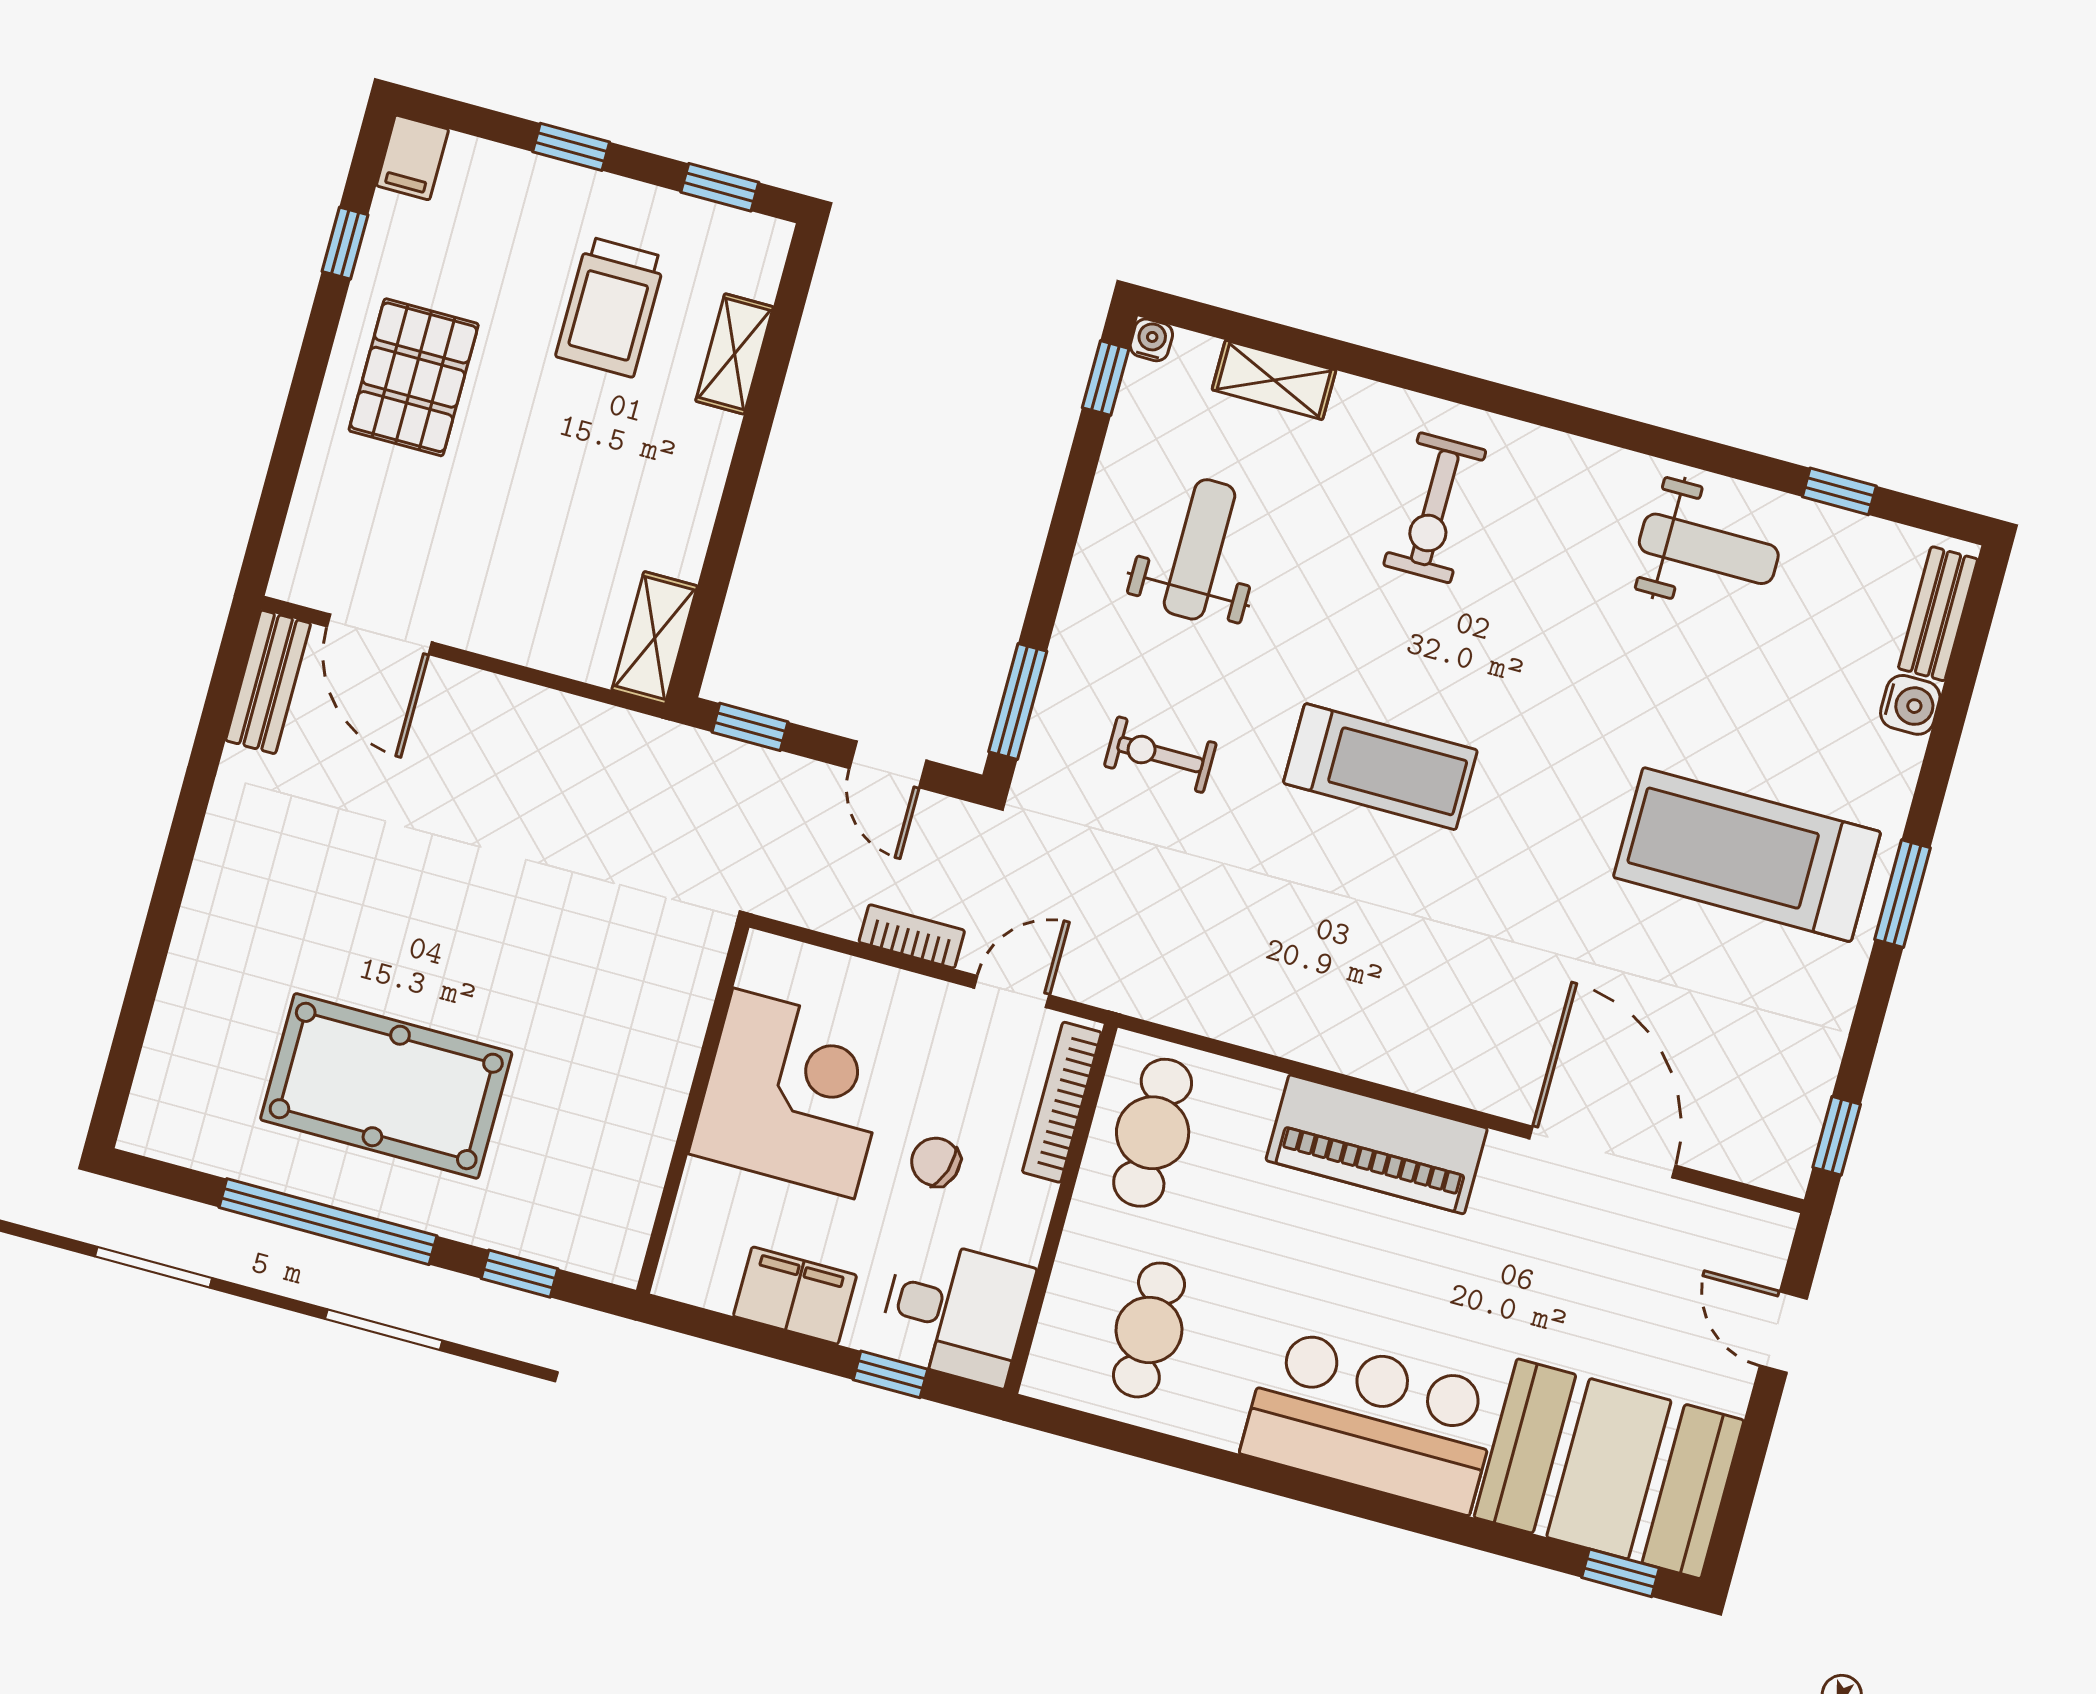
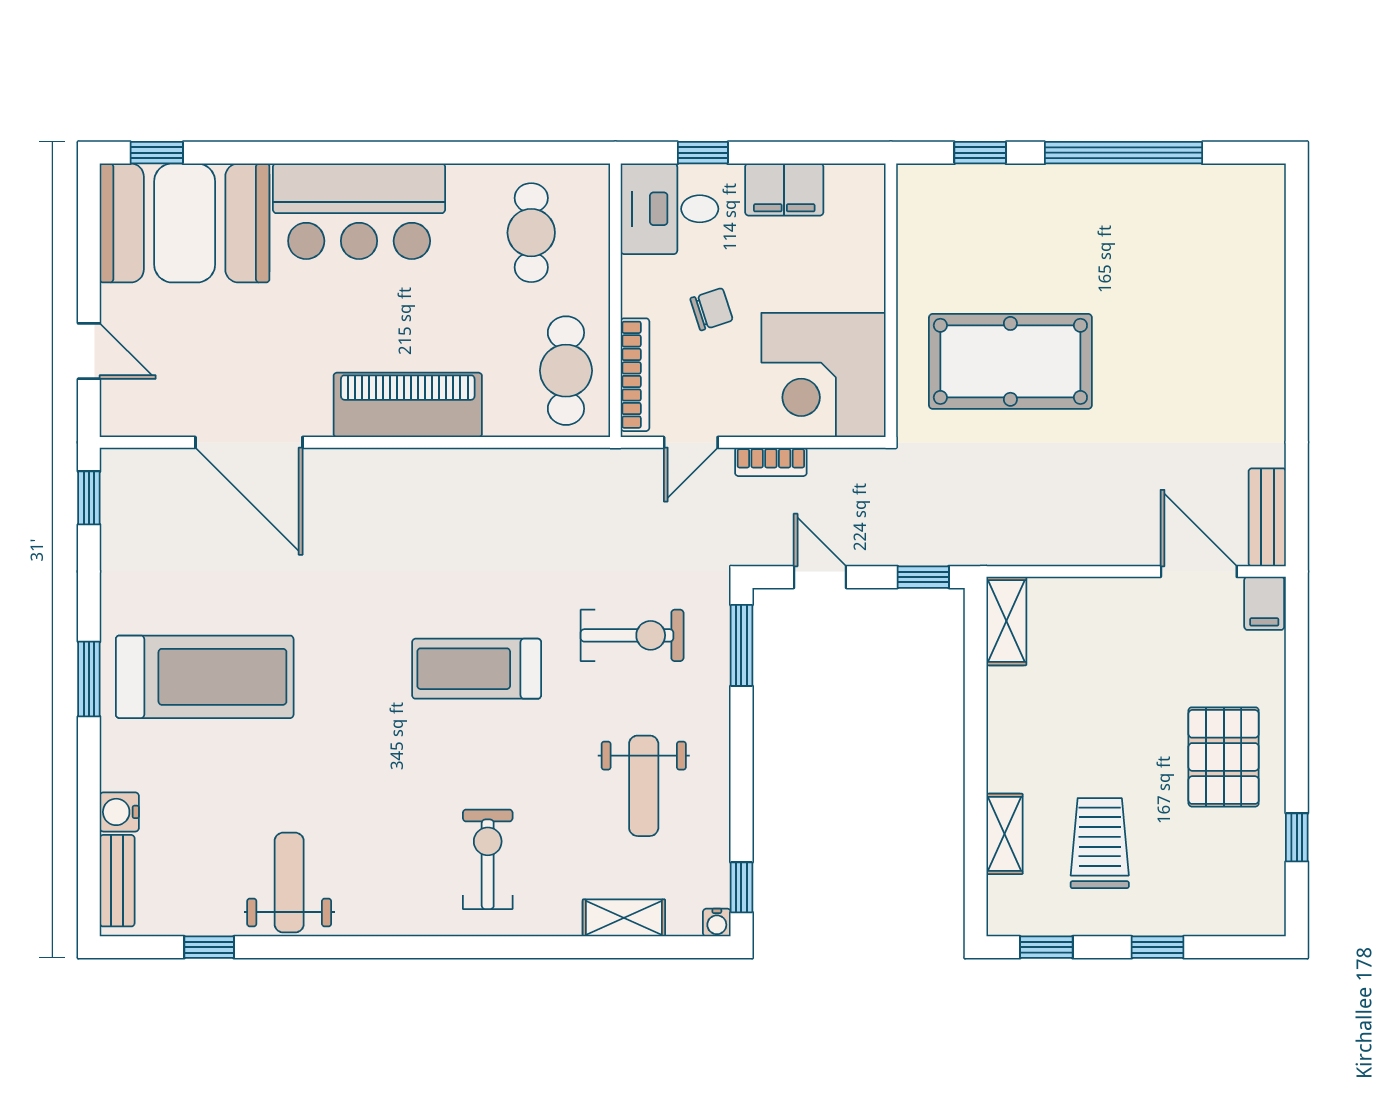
filing cabinet: (412, 157) -> (1264, 603), moved, turned 180
weight bench: (1709, 549) -> (289, 883), turned 90
exercise bike: (1160, 755) -> (632, 635), width x1.38, depth x1.39
pool table: (386, 1086) -> (1010, 361), moved
corner desk: (794, 1093) -> (823, 375), moved
chair: (936, 1162) -> (712, 309), turned -36

